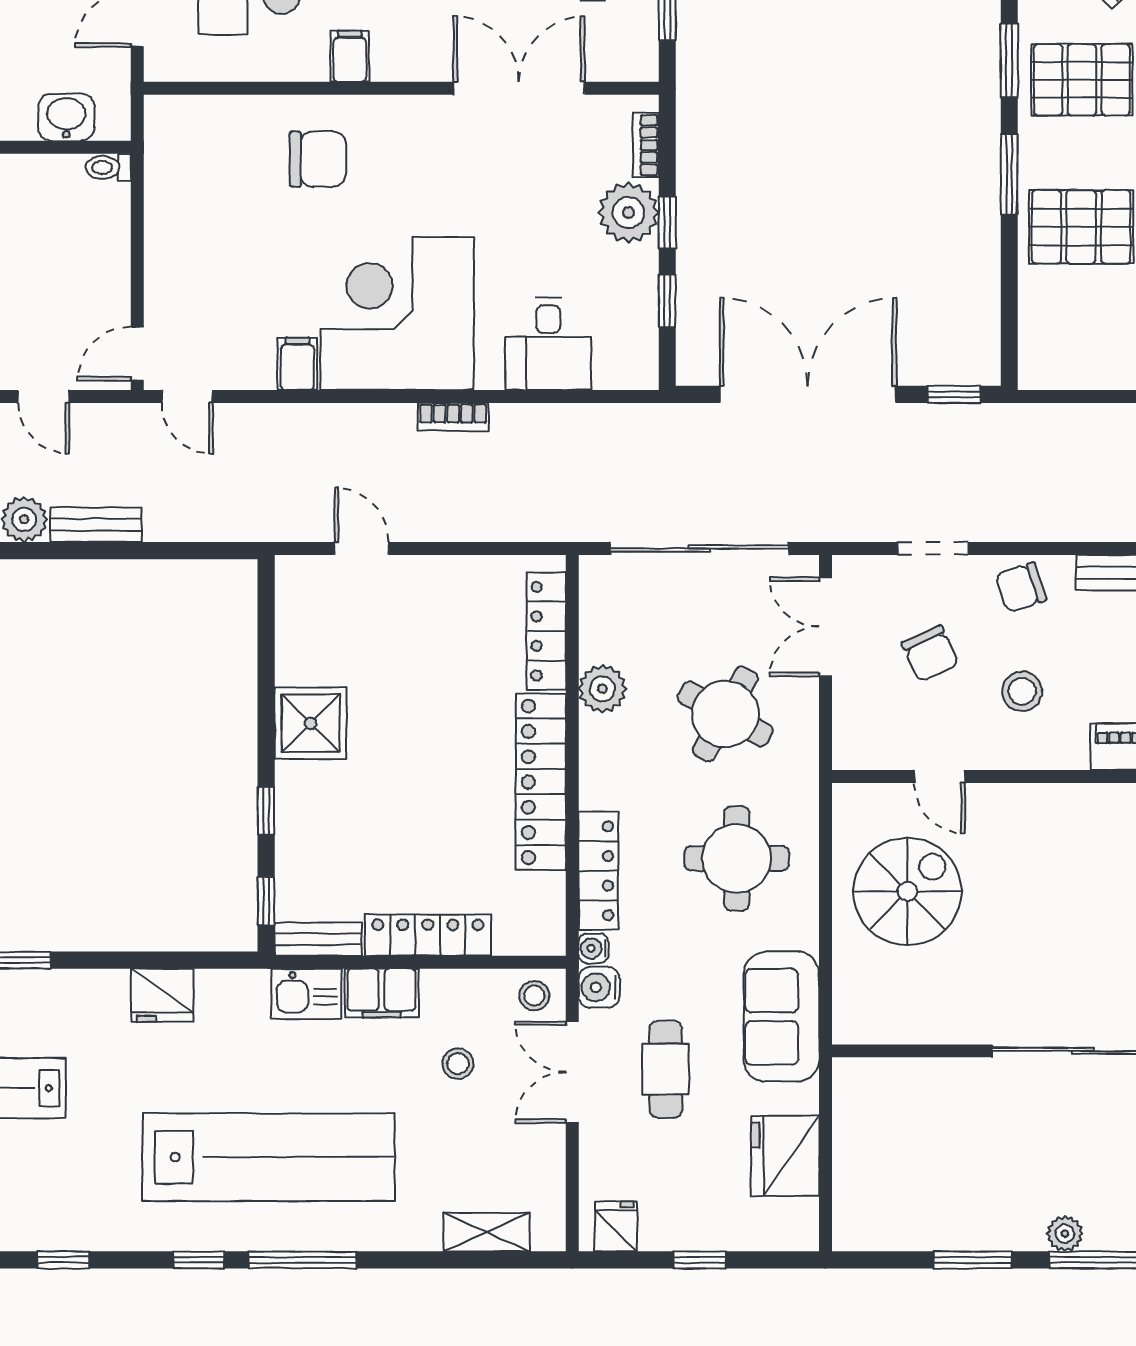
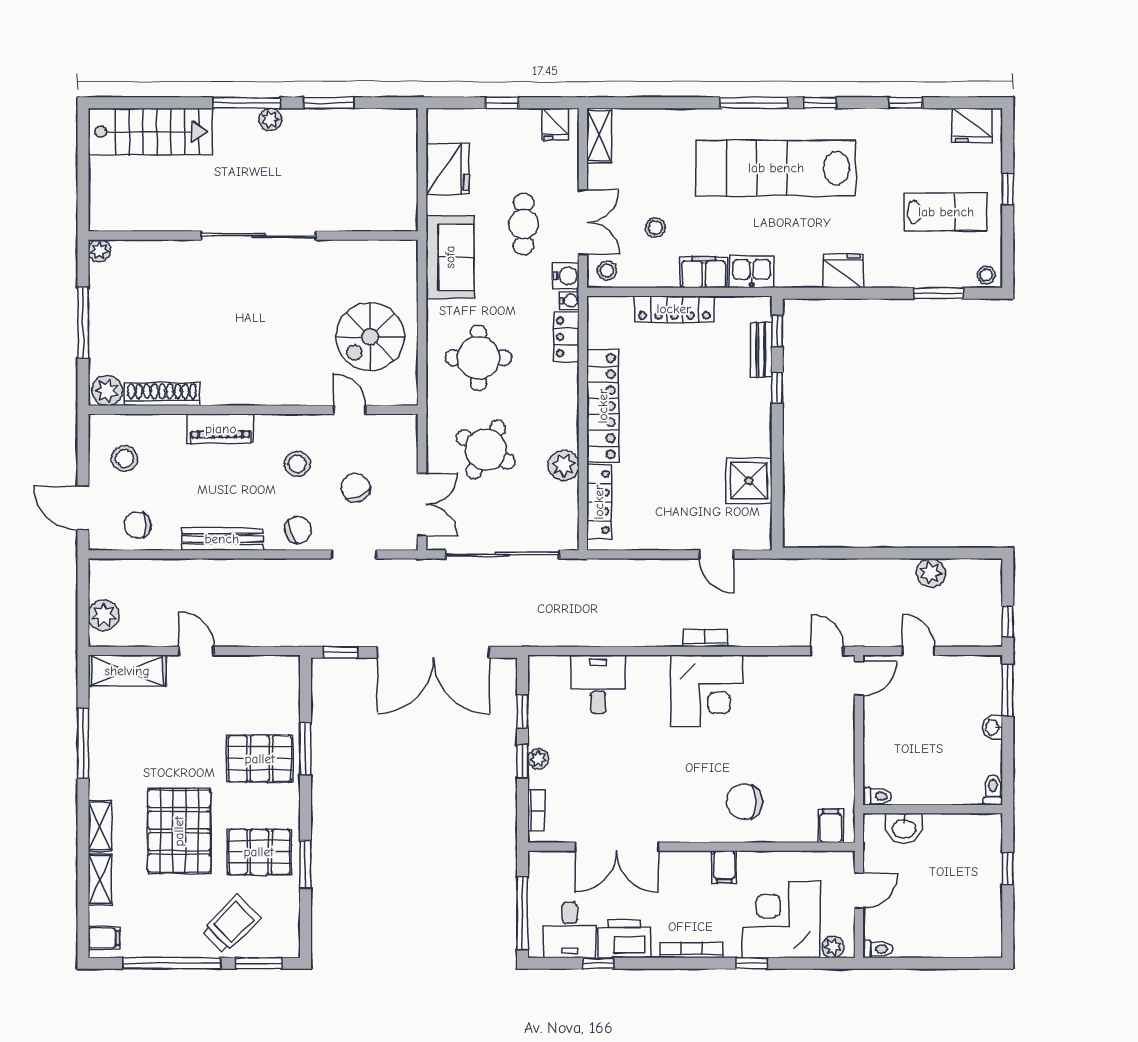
window: (1009, 174) -> (305, 749), moved
plant: (629, 212) -> (538, 759), width x0.53, depth x0.53
corner desk: (397, 313) -> (707, 691), width x0.74, depth x0.74
filing cabinet: (297, 364) -> (831, 826), moved, turned 180
bookcase: (453, 417) -> (705, 638), moved
bench: (96, 525) -> (885, 570), removed
shower: (311, 723) -> (749, 481), moved
locker: (598, 871) -> (566, 337), width x0.66
bench: (318, 939) -> (761, 350), moved, turned 90
shelving: (487, 1232) -> (599, 135), moved, turned 90

